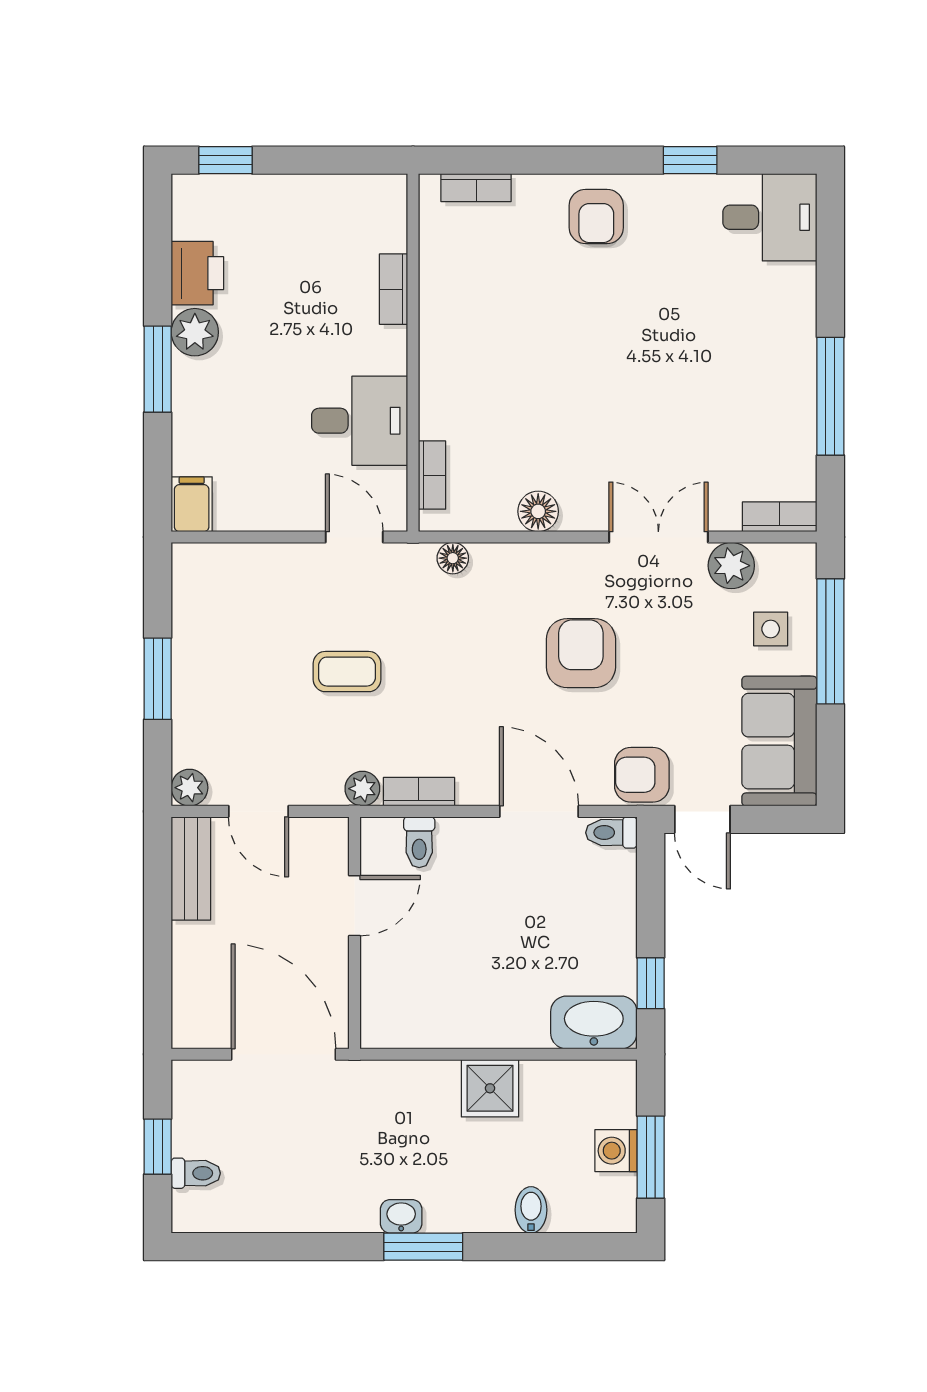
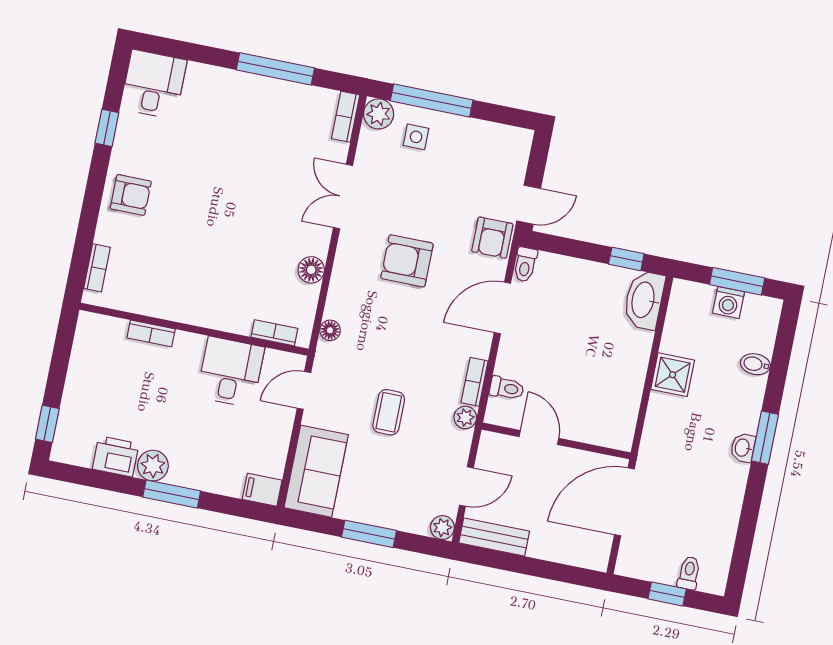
plant: (731, 566) -> (379, 114), moved
sofa: (779, 741) -> (316, 471), moved, turned -90

